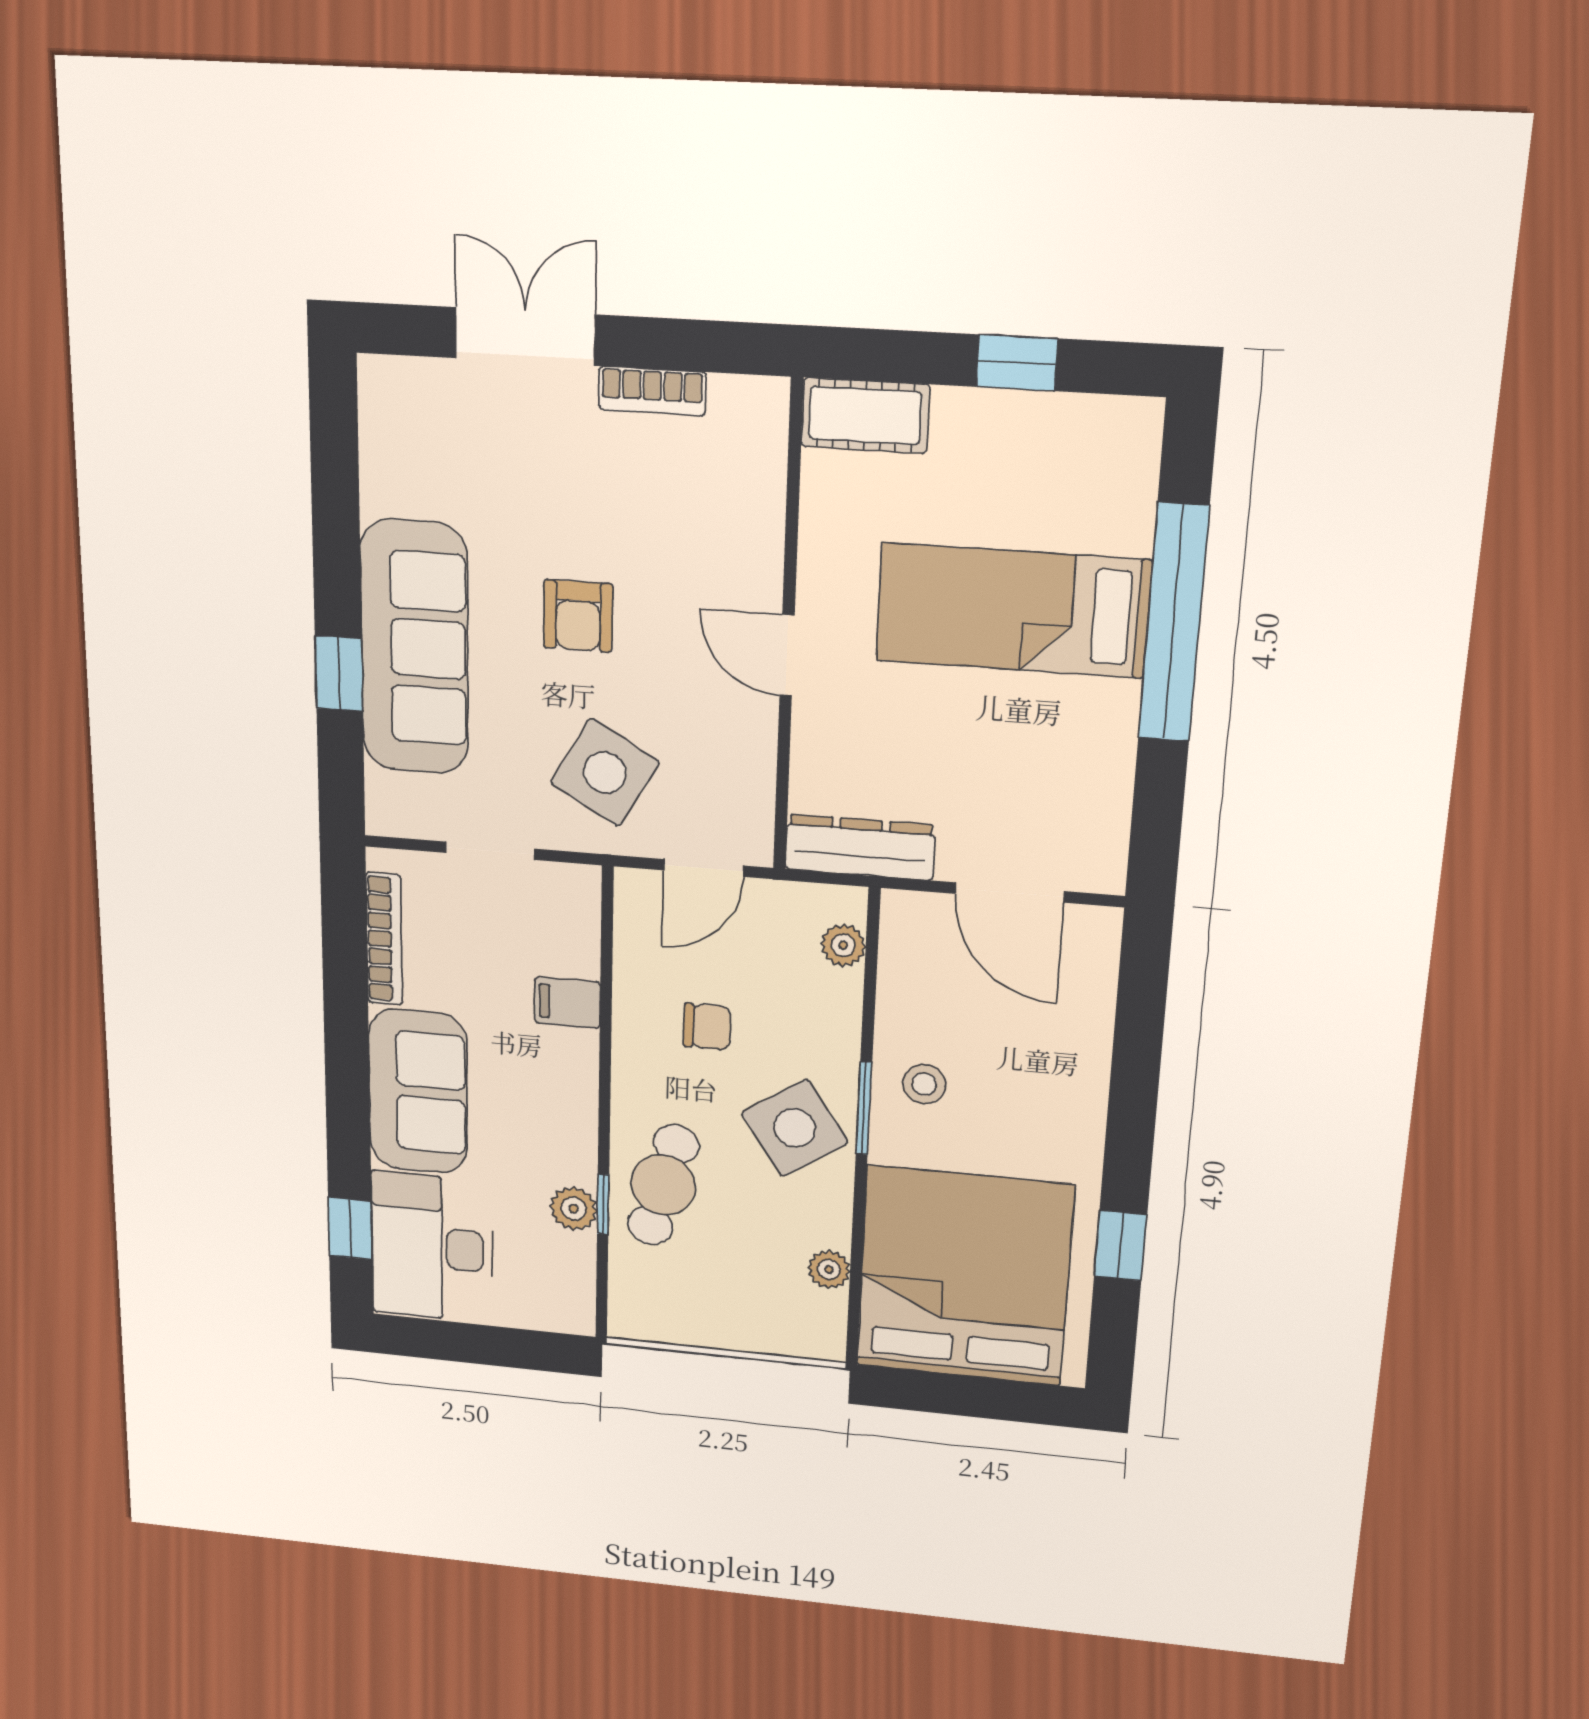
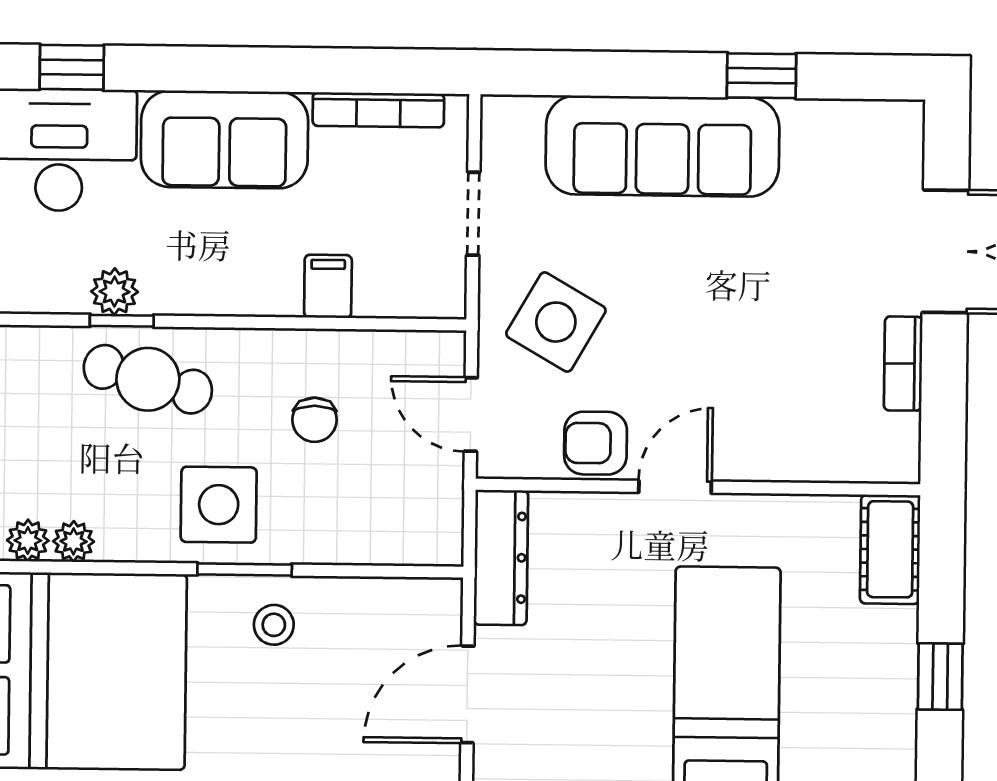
armchair: (578, 616) -> (596, 443), moved
window: (339, 673) -> (761, 76), moved
plant: (843, 945) -> (28, 540), moved
side table: (795, 1128) -> (219, 505), turned 34

